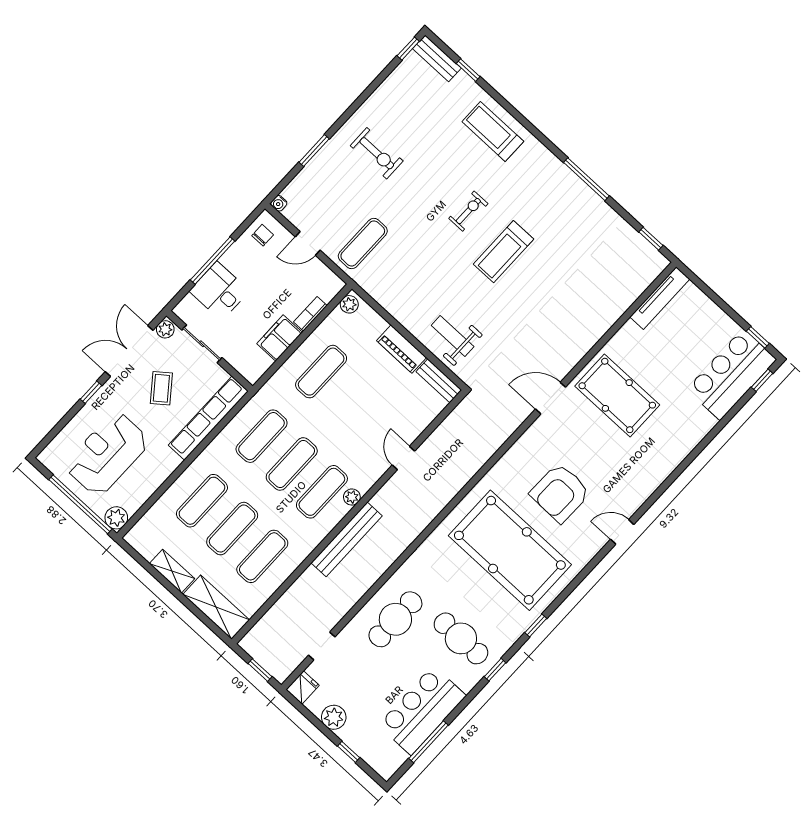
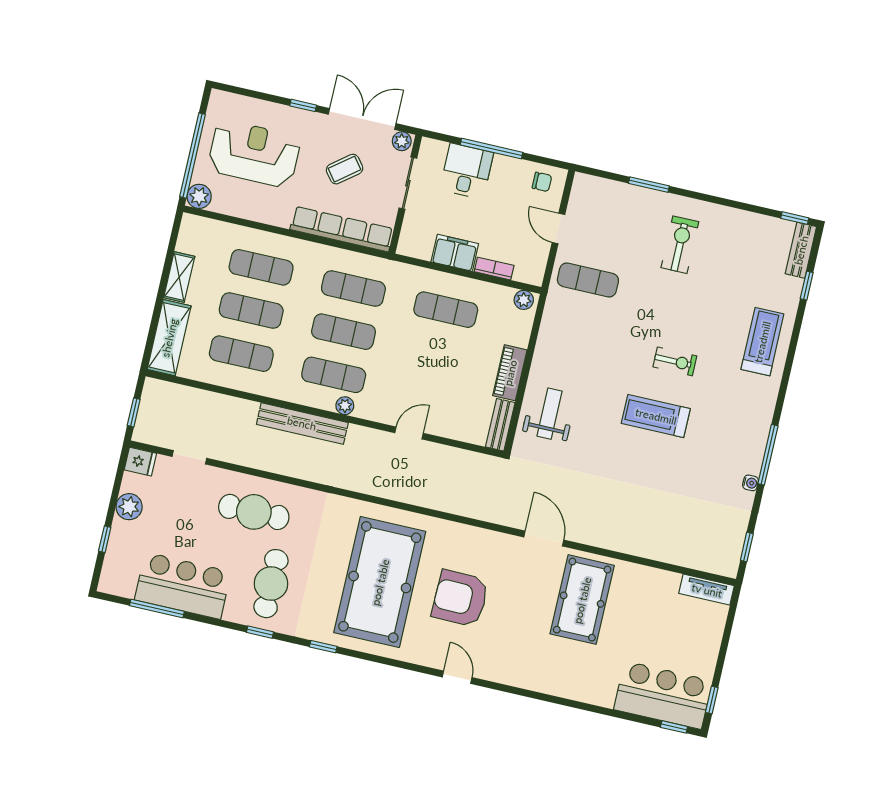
exercise bike: (377, 153) -> (680, 245), turned 180
water cooler: (279, 203) -> (751, 483), moved, turned 180
tv unit: (660, 298) -> (707, 590), width x0.71

